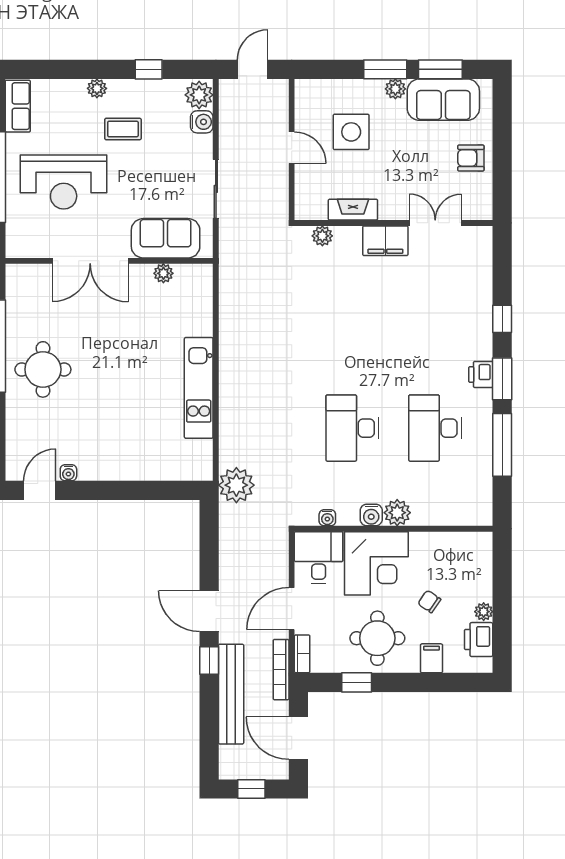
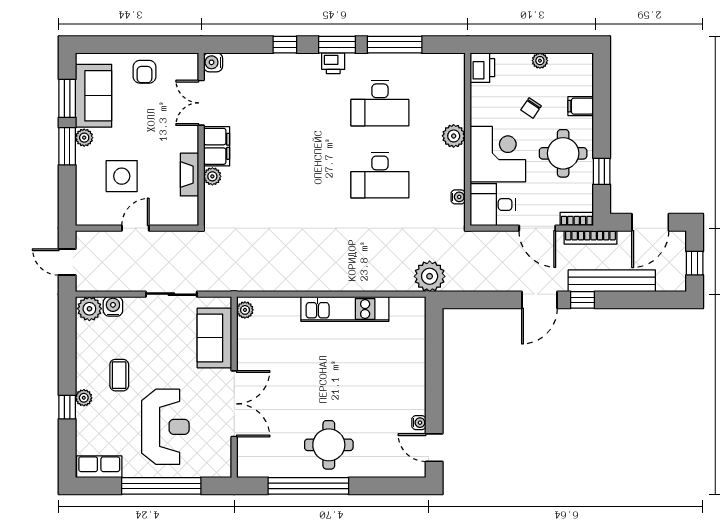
window: (149, 69) -> (67, 407), moved
plant: (322, 236) -> (212, 176), moved
plant: (163, 273) -> (245, 310), moved
water cooler: (371, 515) -> (213, 62), moved, turned 180
printer: (479, 640) -> (482, 68), moved, turned -90

